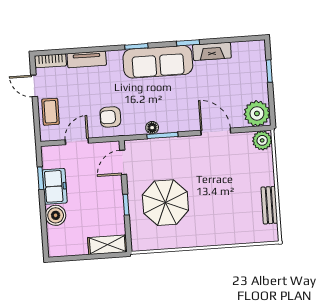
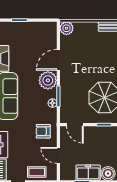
plant: (257, 114) -> (48, 80), moved
armchair: (110, 117) -> (43, 131), turned 90

